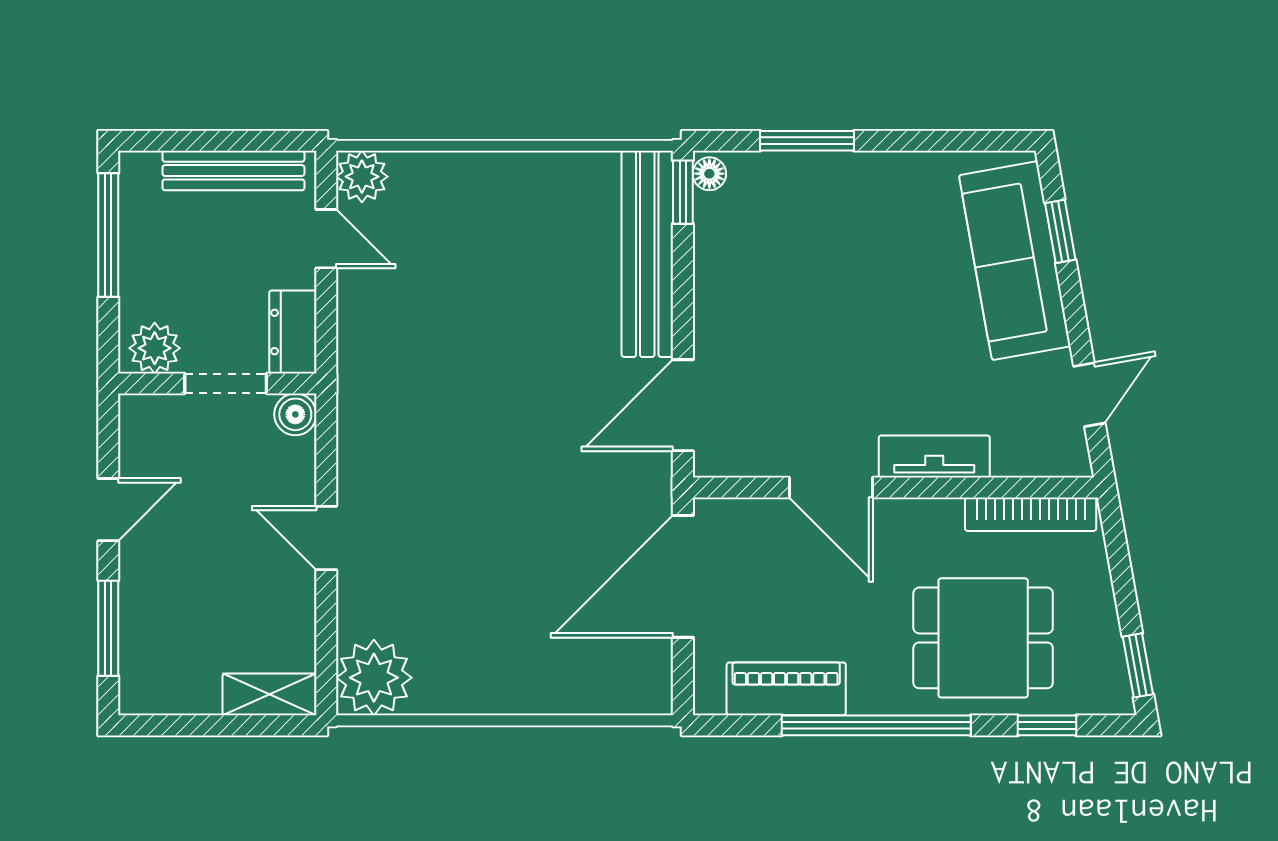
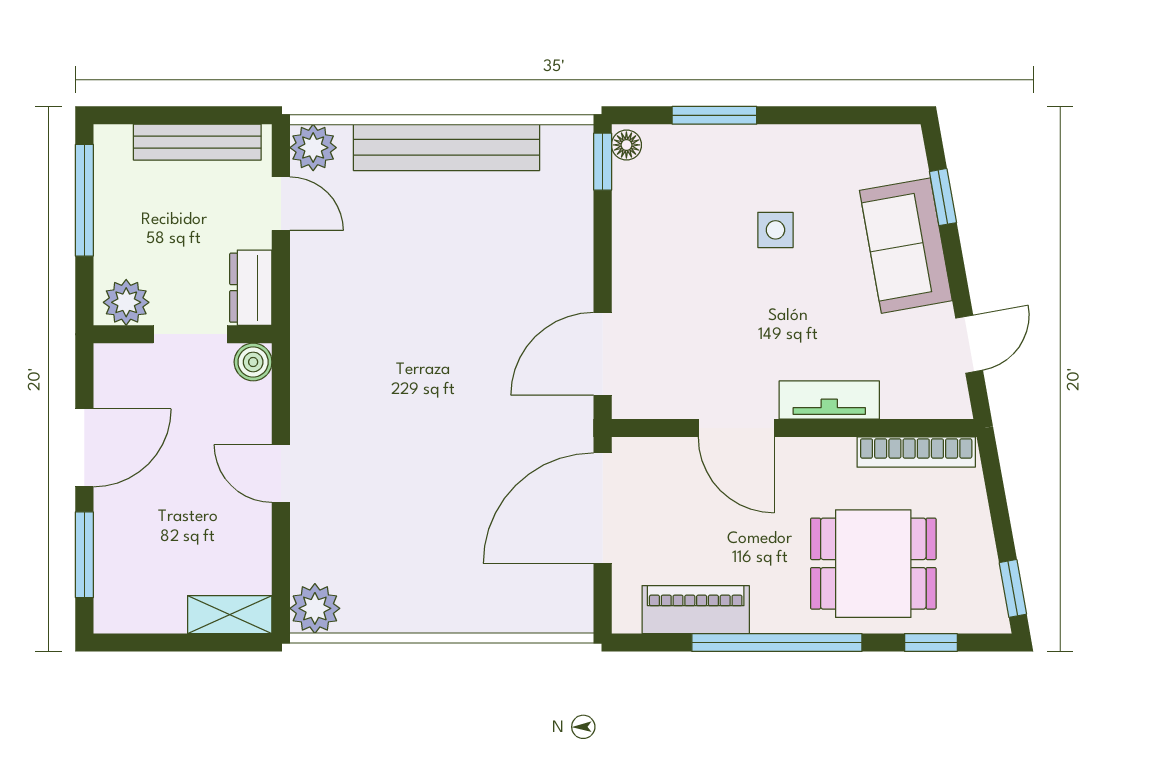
bench: (647, 254) -> (446, 147), moved, turned 90
sofa: (1015, 261) -> (906, 246), width x0.73
side table: (875, 268) -> (775, 230), added
door: (108, 510) -> (84, 448), width x1.38
plant: (374, 678) -> (315, 608), width x0.73, depth x0.73

